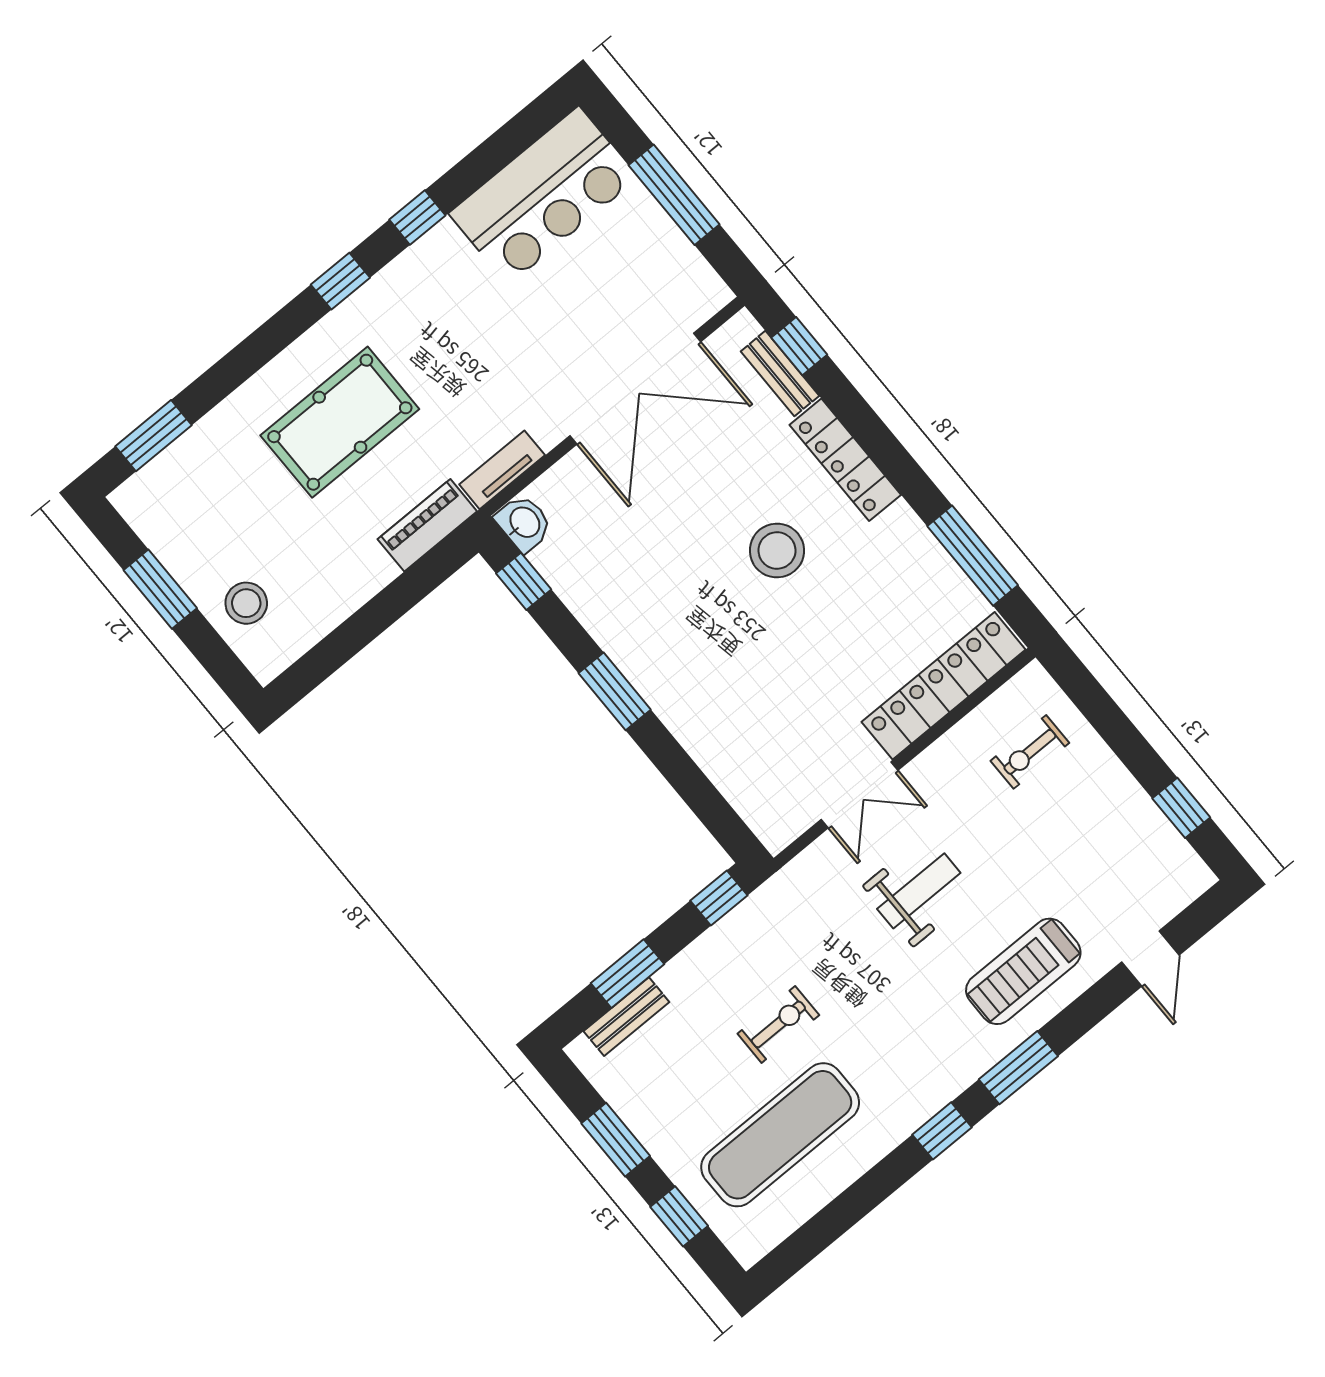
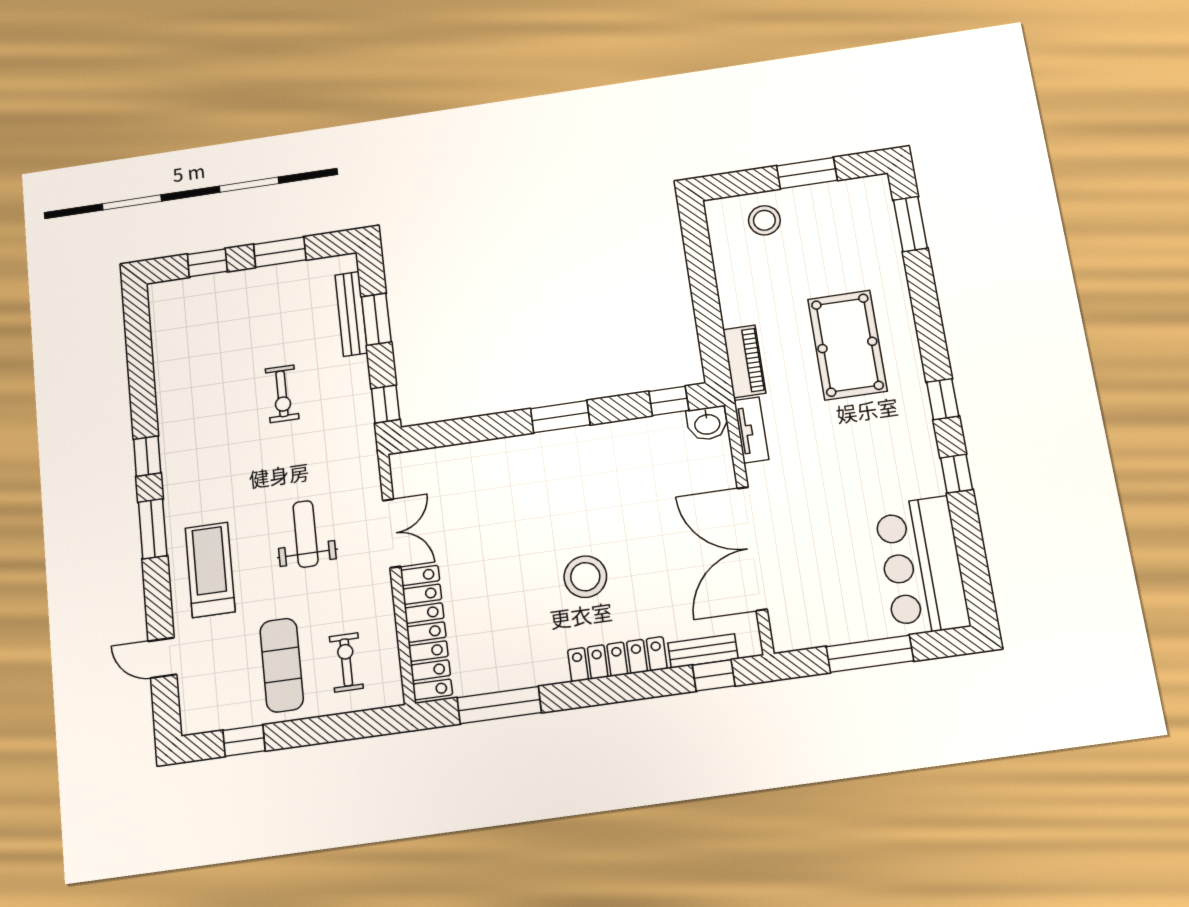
double door: (860, 795) -> (392, 533), swing flipped
weight bench: (919, 891) -> (306, 534), turned 180
bench: (626, 1017) -> (351, 314), width x1.36
exercise mat: (780, 1135) -> (282, 665), moved, width x0.73, depth x0.69

